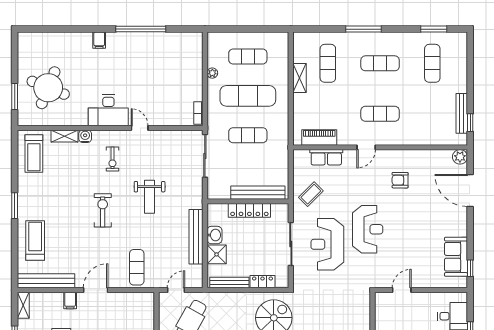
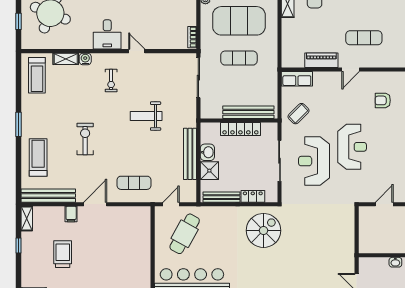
exercise mat: (248, 96) -> (239, 21), width x1.47
window: (15, 97) -> (19, 21), width x0.67
desk: (108, 110) -> (107, 34), width x0.73
piano: (319, 138) -> (321, 60), moved
row of seats: (326, 157) -> (297, 79), moved
weight bench: (150, 197) -> (146, 116), turned 90
exercise bike: (103, 210) -> (85, 139), moved
exercise mat: (137, 267) -> (134, 183), turned 90

